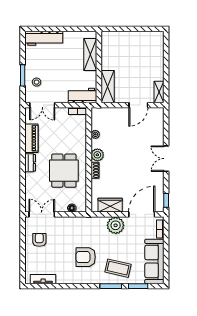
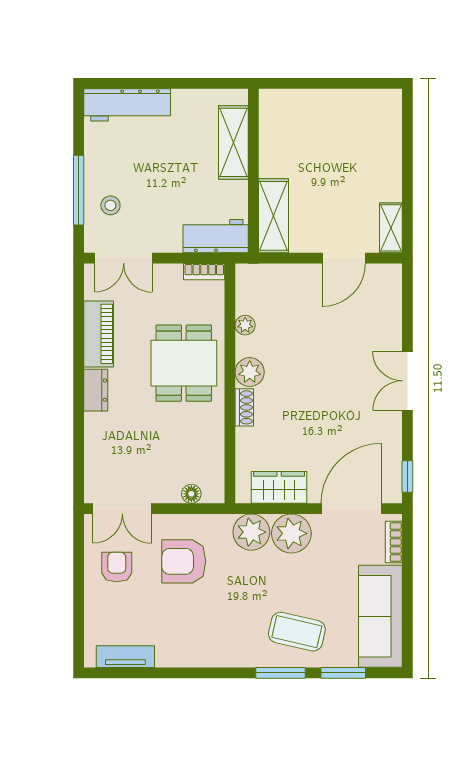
window: (23, 75) -> (79, 190), width x1.44
dining table: (64, 171) -> (184, 363), moved
double door: (42, 214) -> (122, 509), swing flipped
plant: (98, 225) -> (251, 532), added
armchair: (86, 257) -> (184, 561), moved

